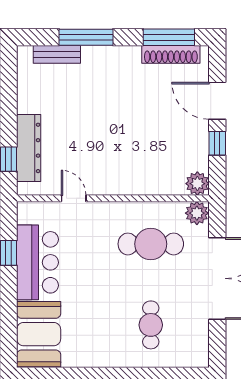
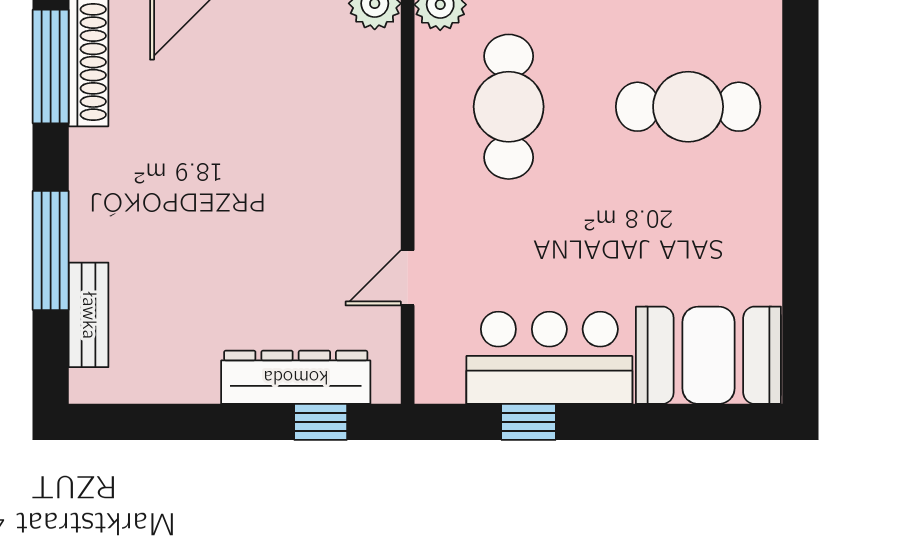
cafe table: (151, 325) -> (688, 107), width x1.37, depth x1.35

